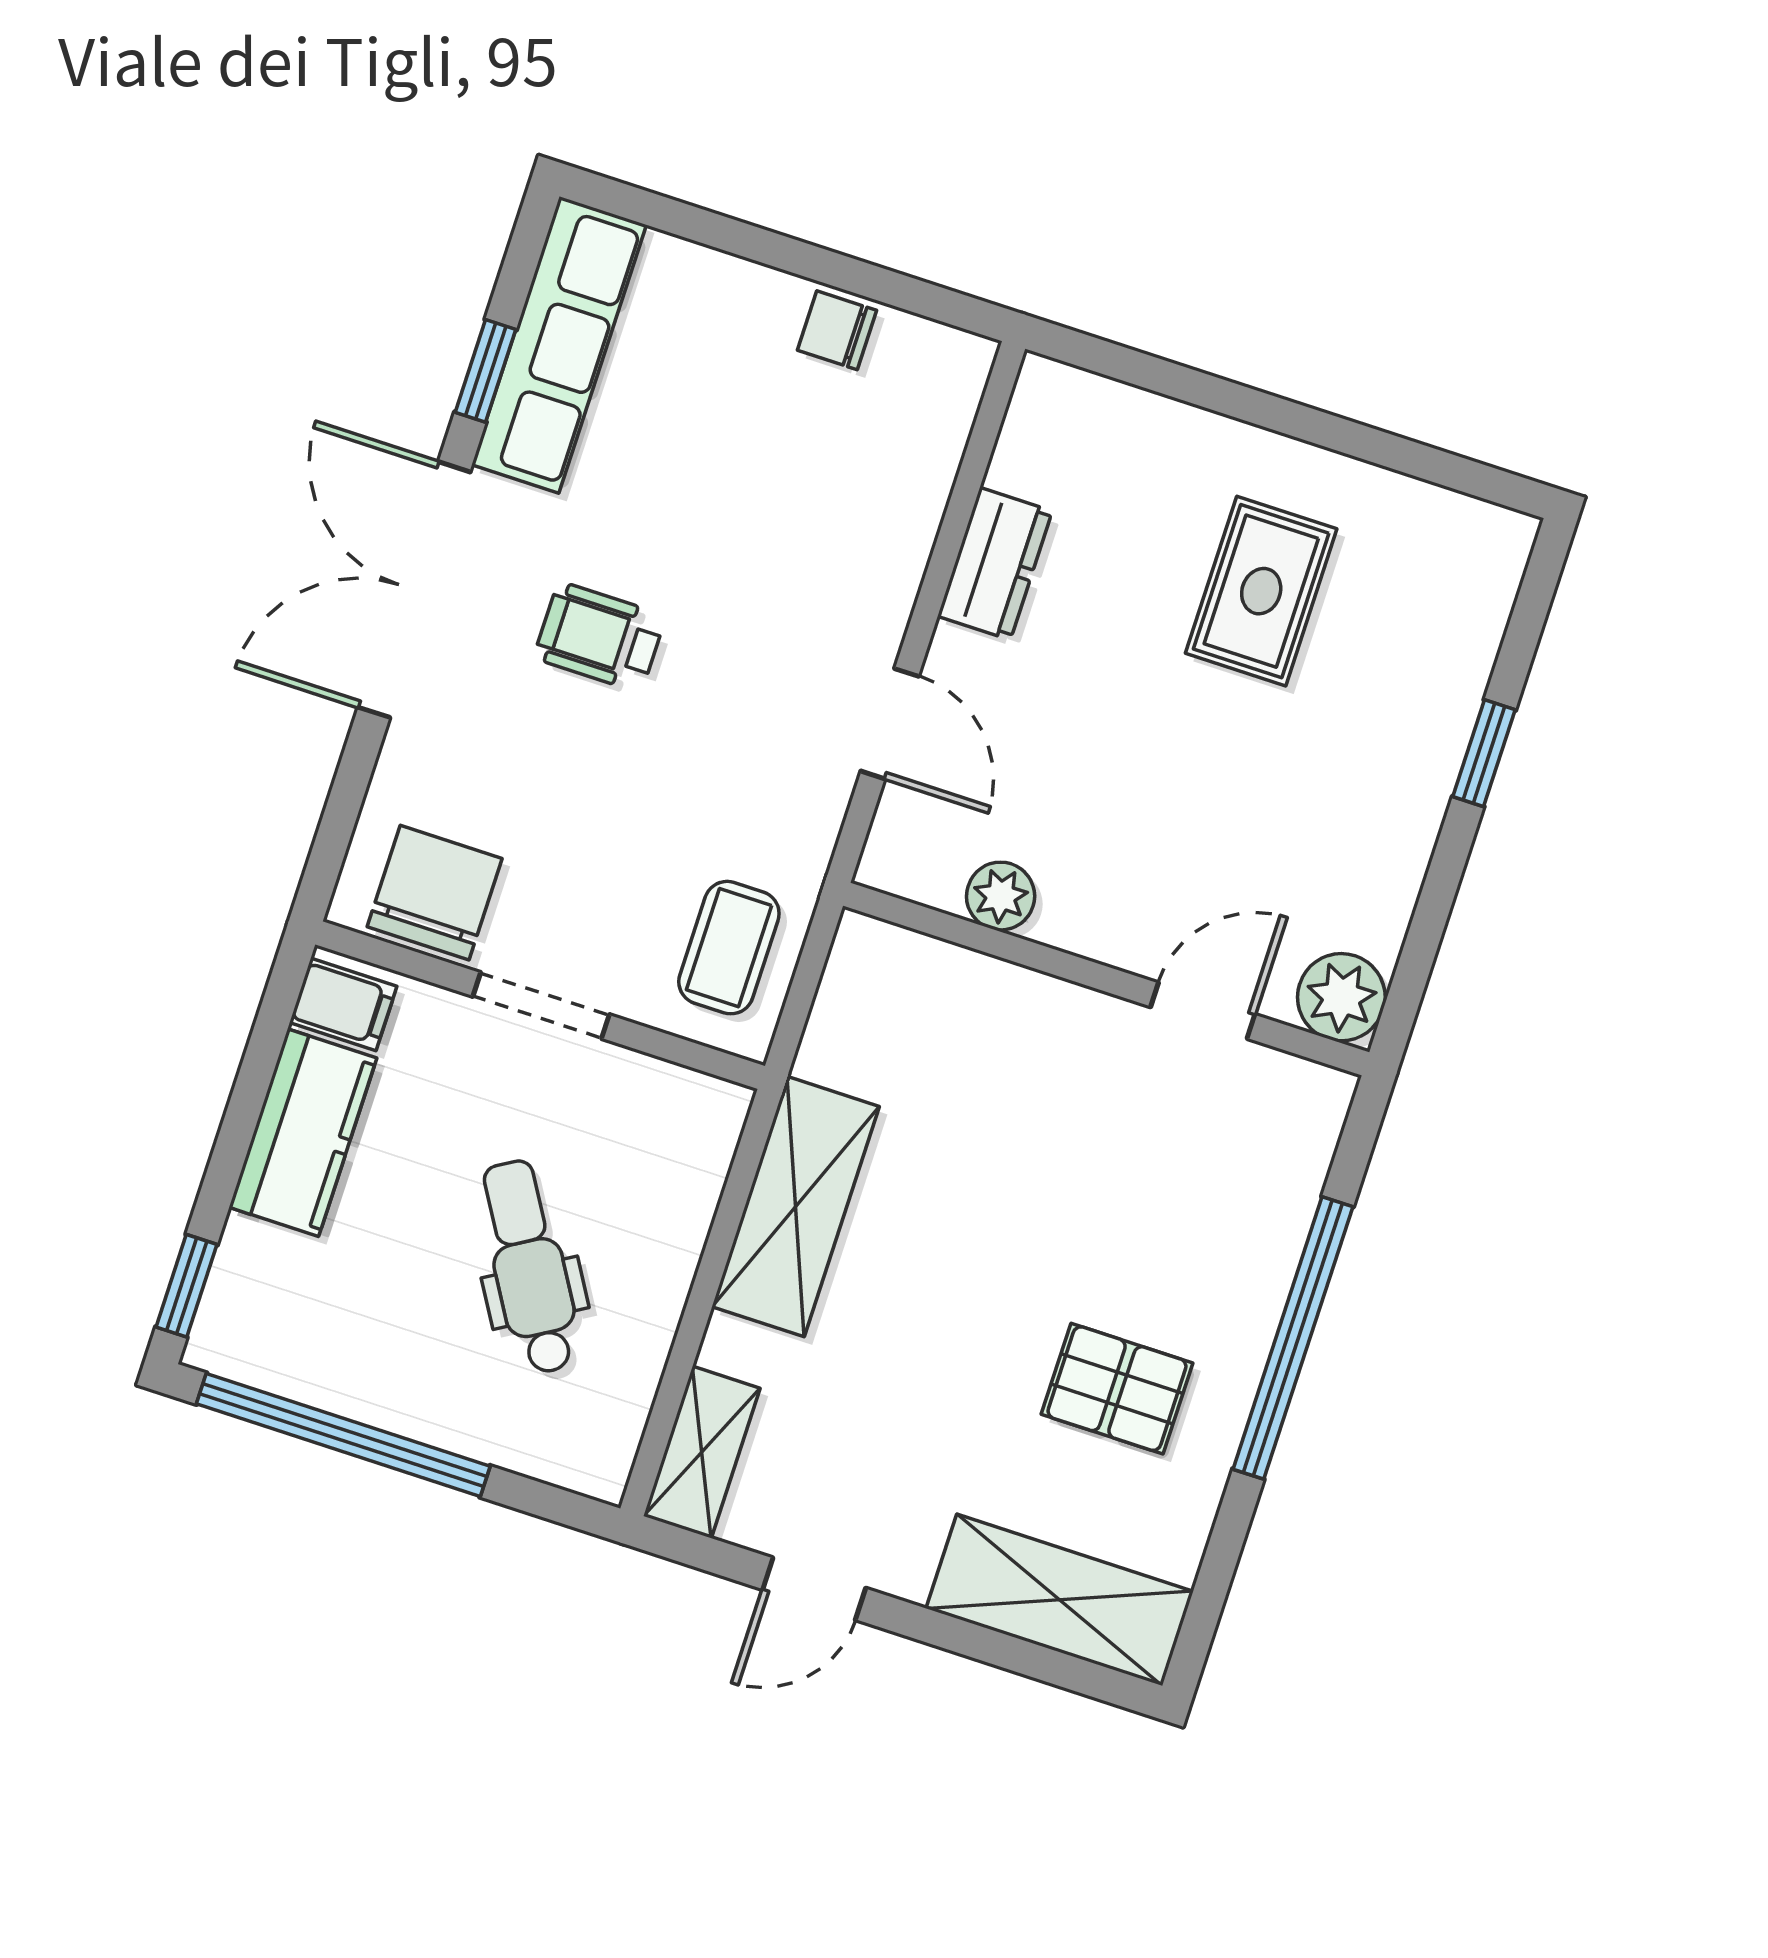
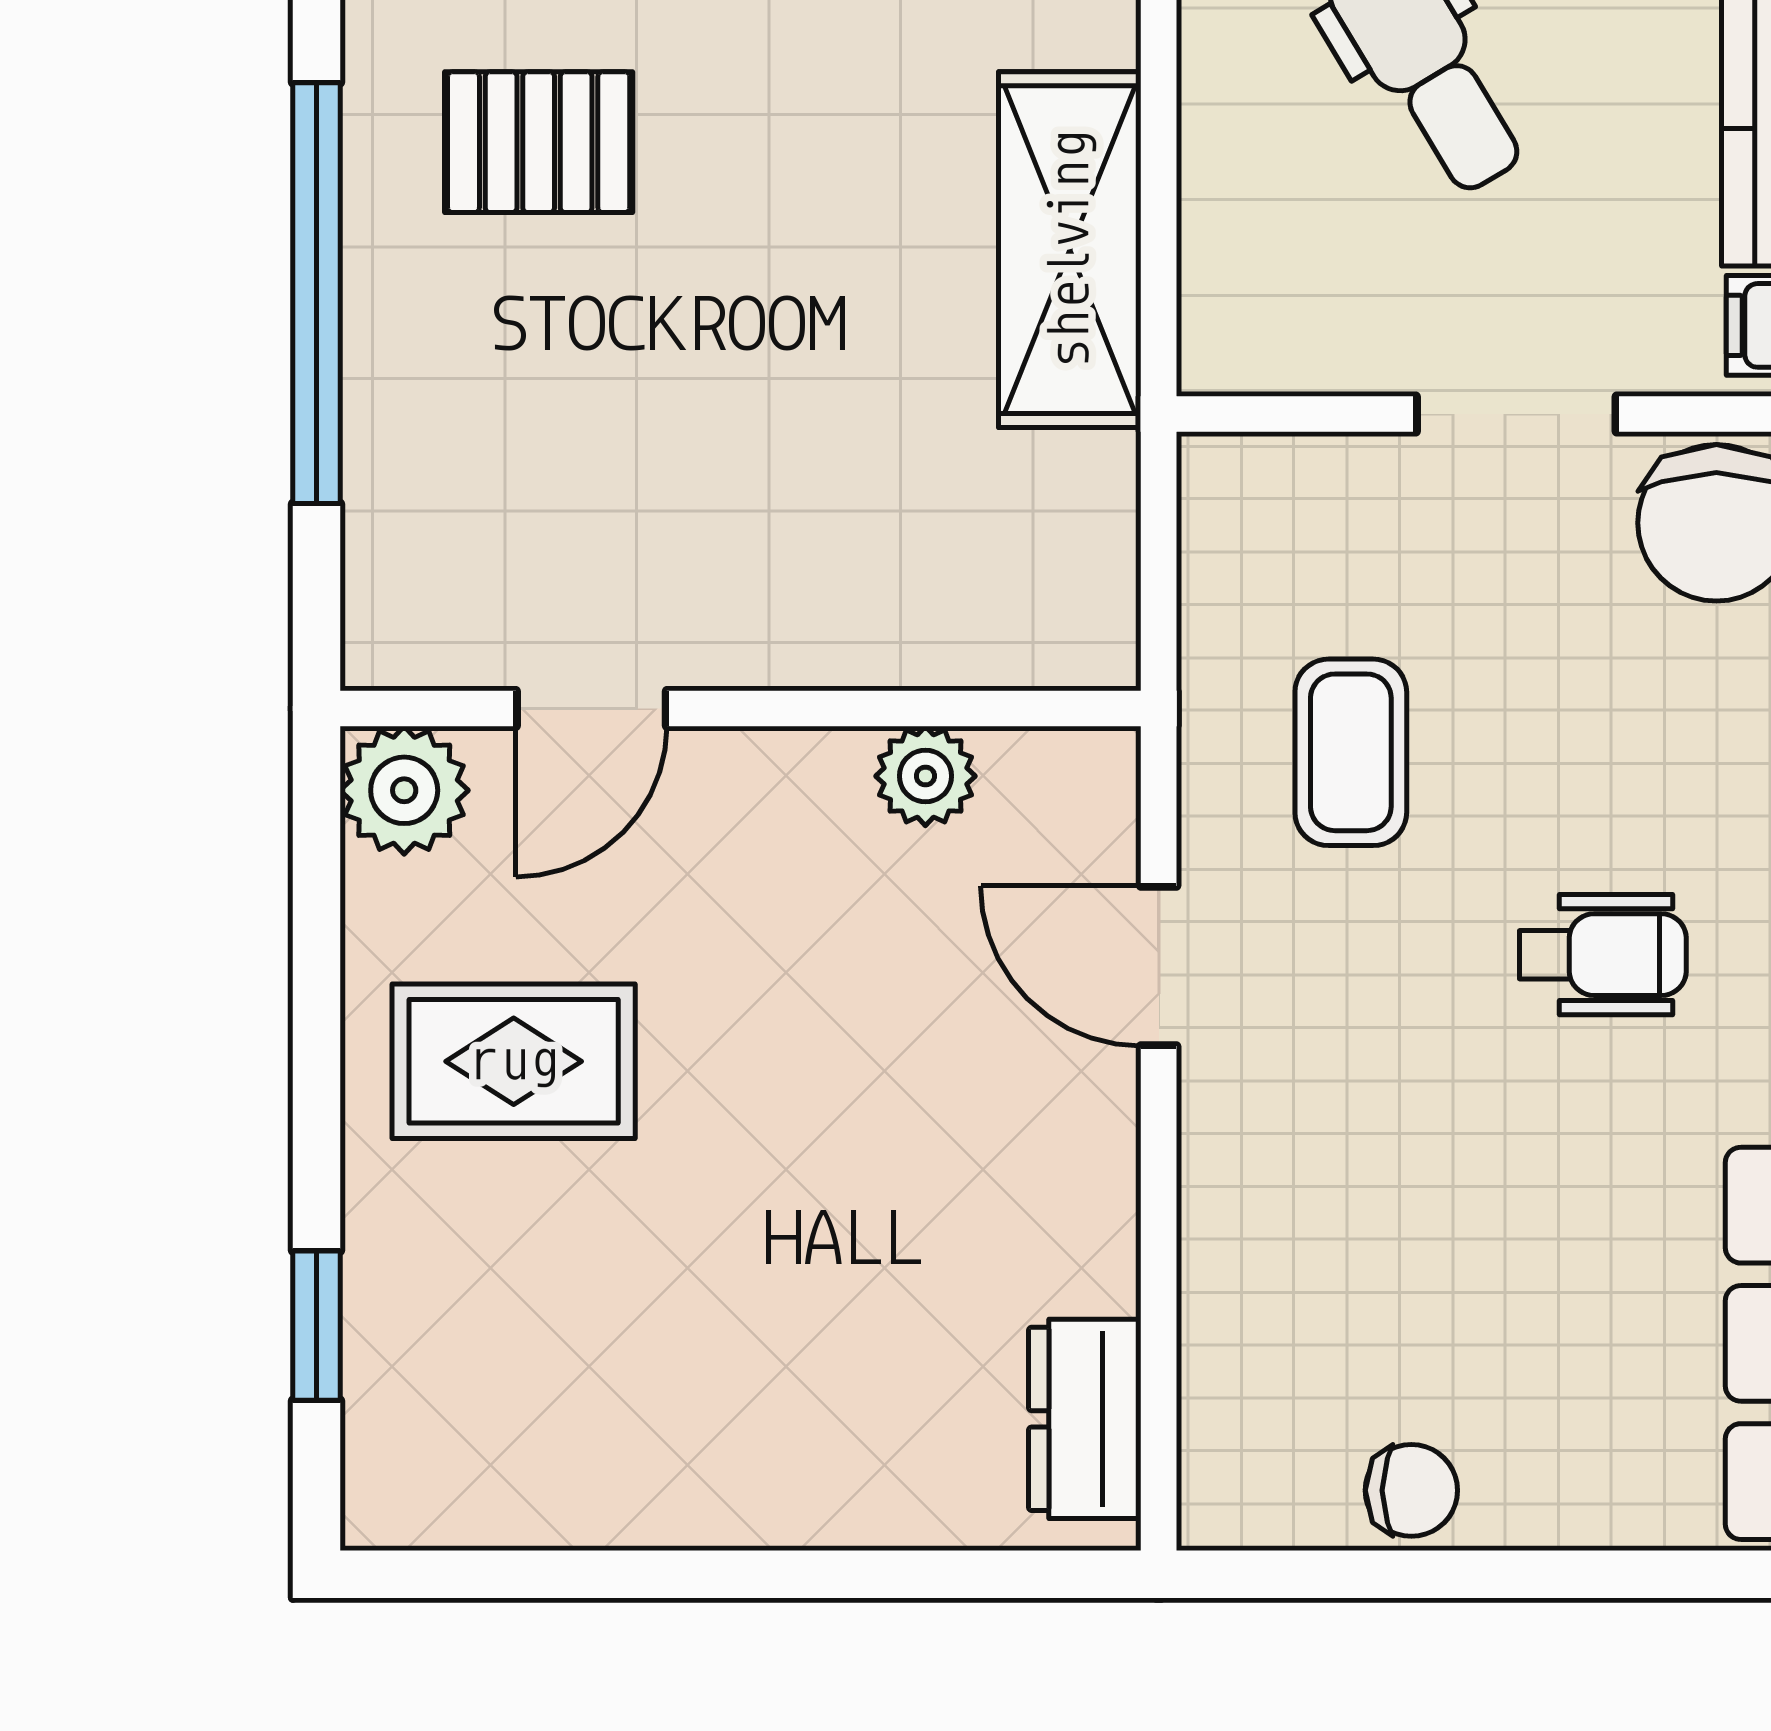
dresser: (995, 564) -> (1085, 1419), moved
rug: (1261, 591) -> (514, 1061), moved, turned 90
window: (1484, 753) -> (316, 1326), moved
coffee table: (729, 948) -> (1351, 752), moved

